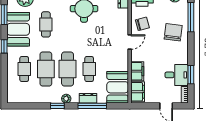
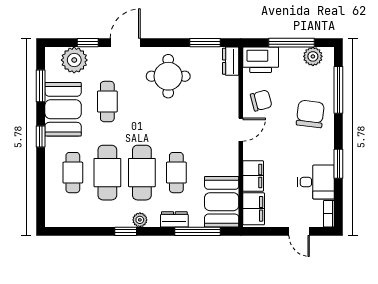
window: (191, 75) -> (338, 164), moved
window: (92, 106) -> (197, 231), moved

